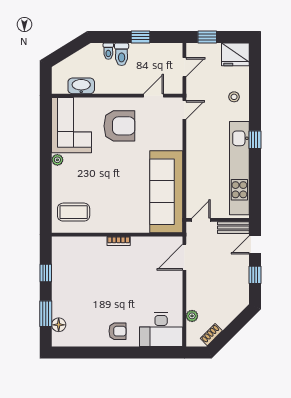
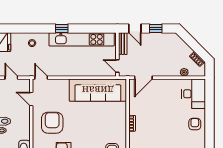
door: (184, 257) -> (143, 78), hinge flipped

